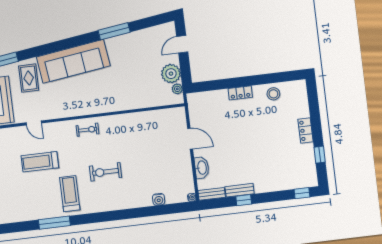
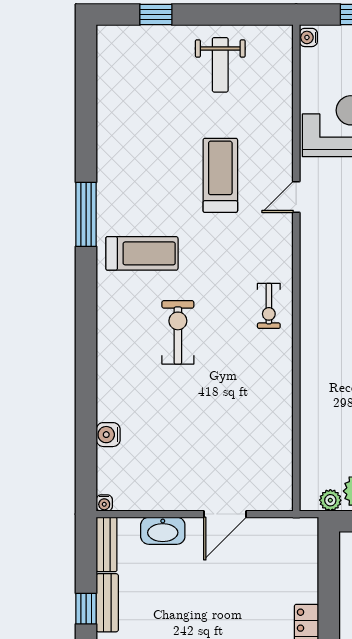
treadmill: (40, 162) -> (220, 175), moved

